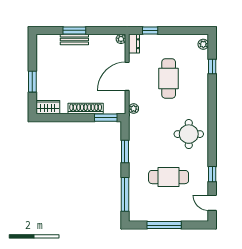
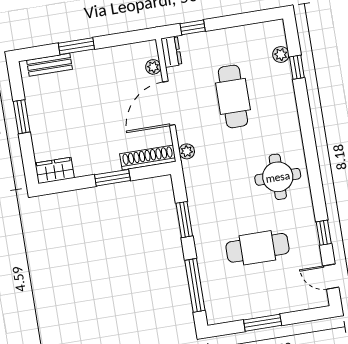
bench: (74, 39) -> (50, 65), moved
plant: (121, 39) -> (153, 67), moved
plant: (203, 44) -> (281, 54), moved
window: (32, 82) -> (22, 117), moved
shoe rack: (86, 109) -> (148, 158), moved
window: (106, 118) -> (112, 178), moved
window: (164, 225) -> (263, 323), width x0.69

